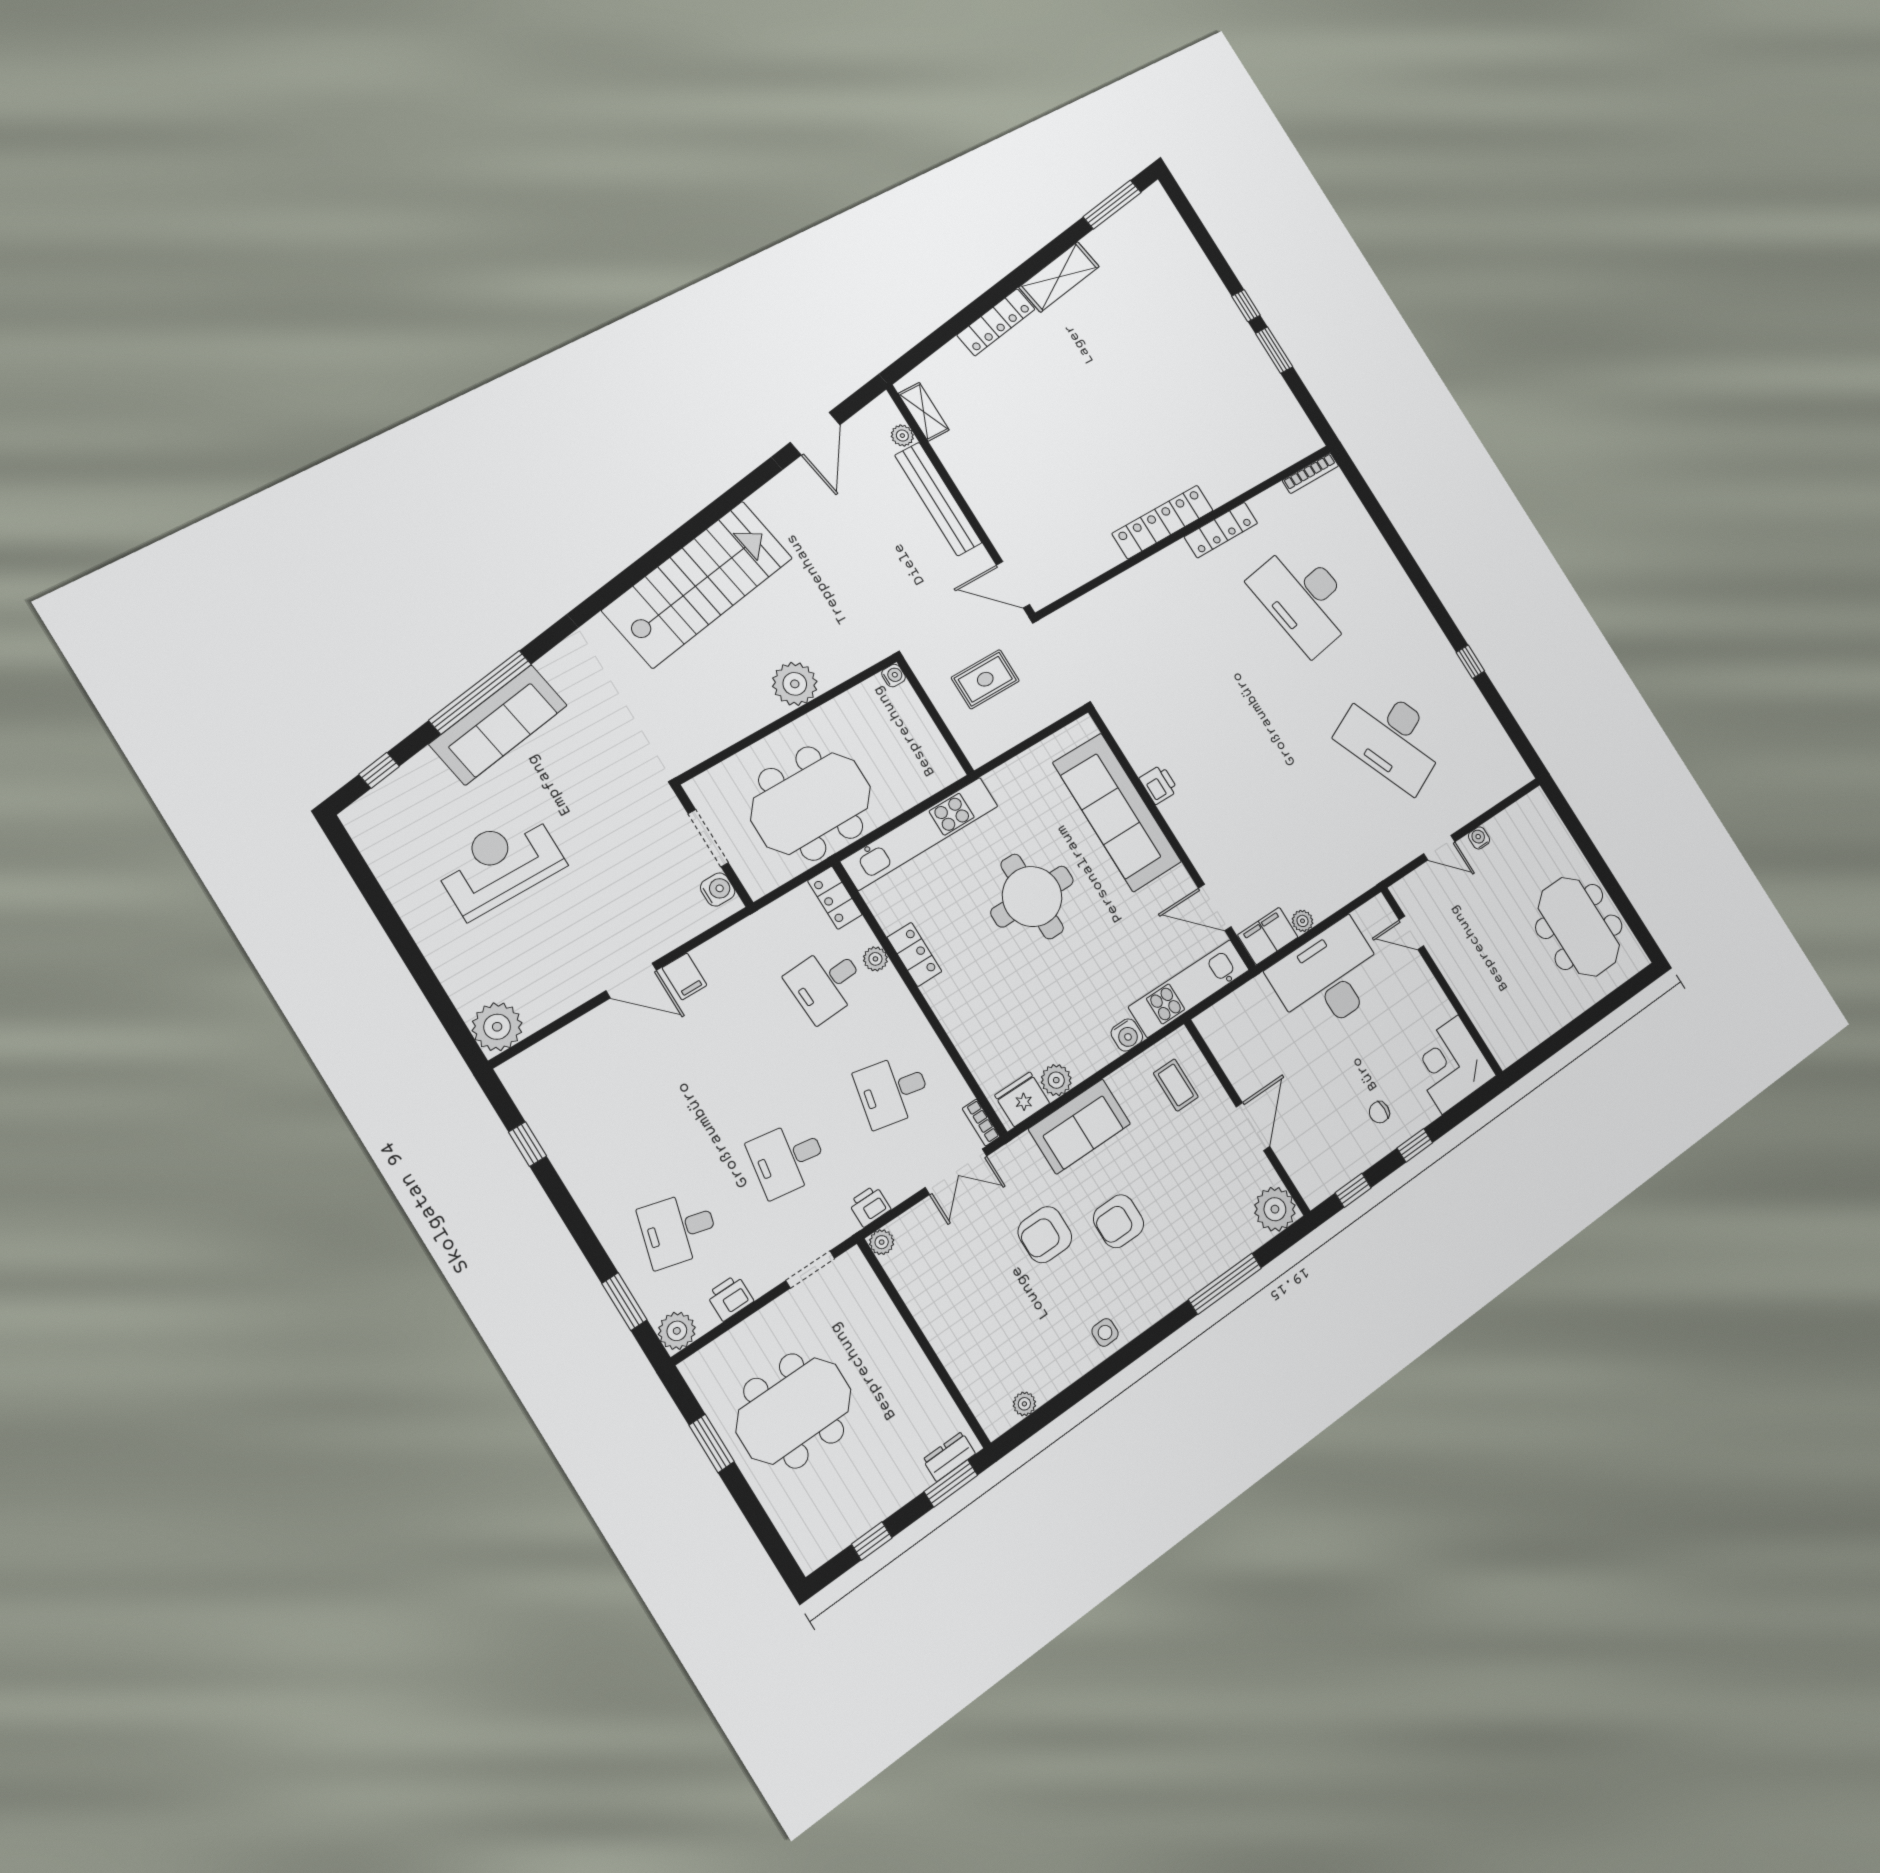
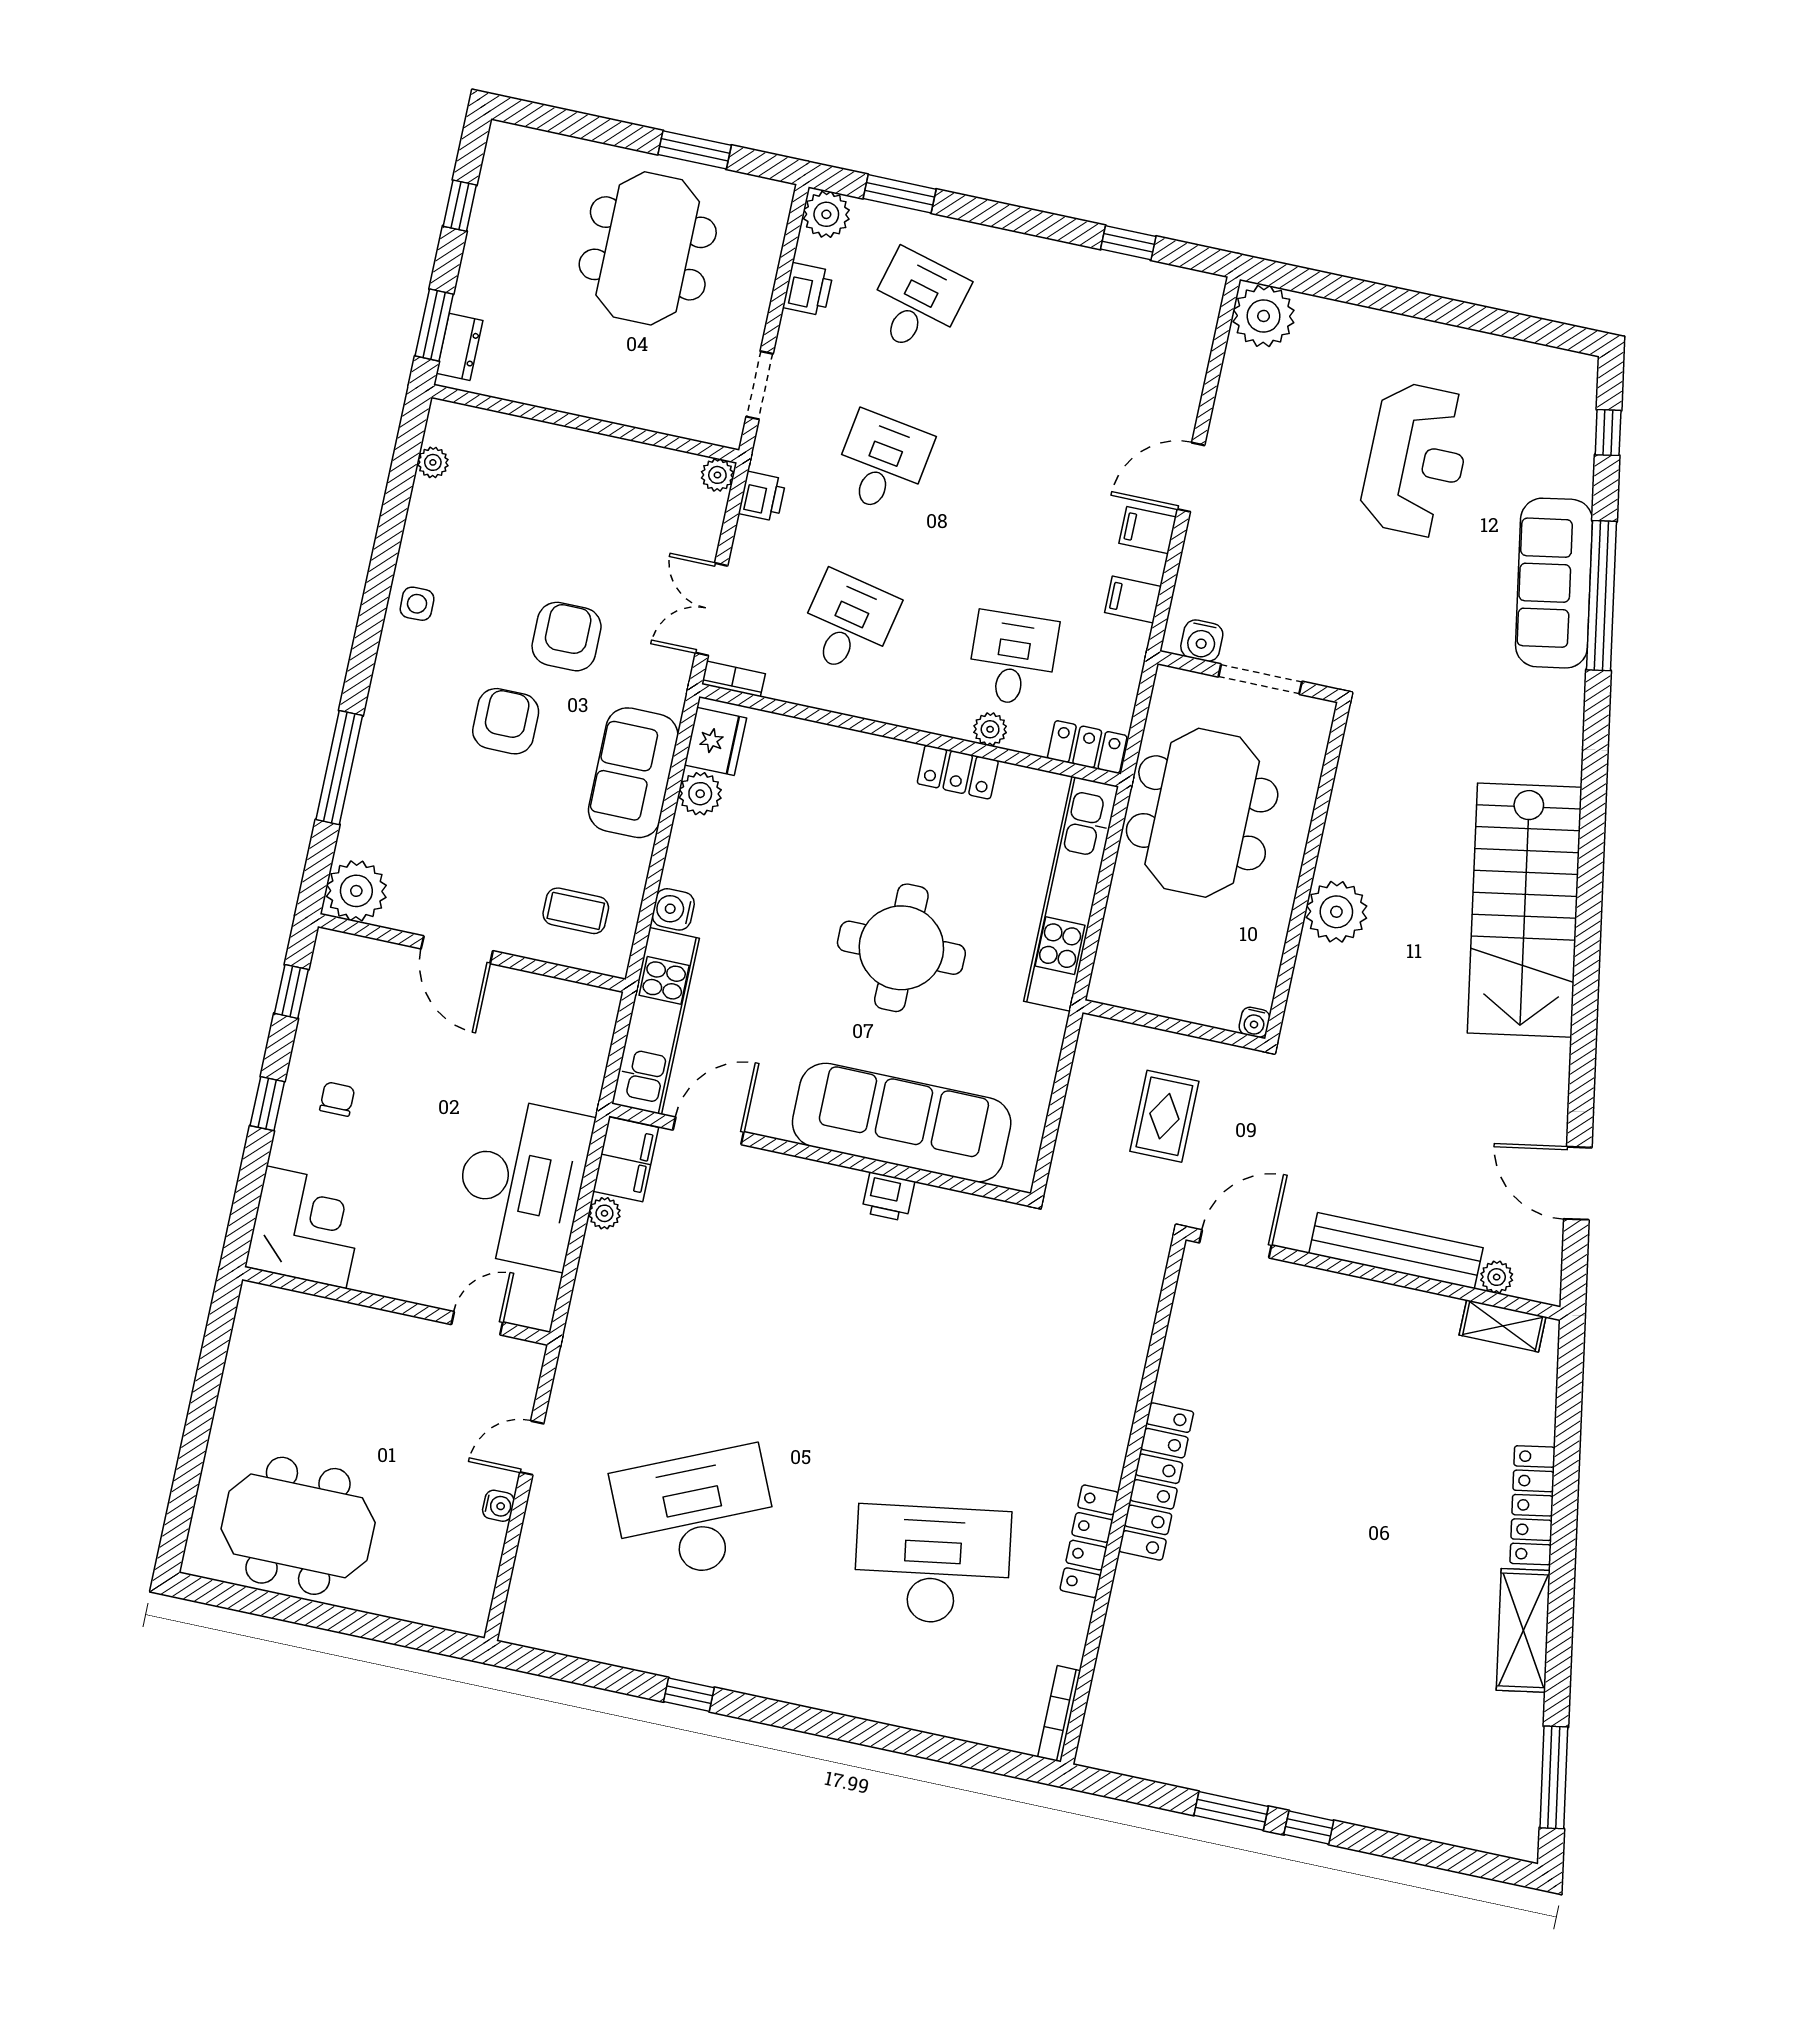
filing cabinet: (731, 948) -> (1133, 600), added

